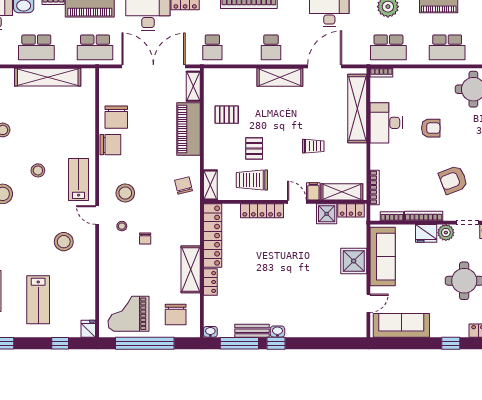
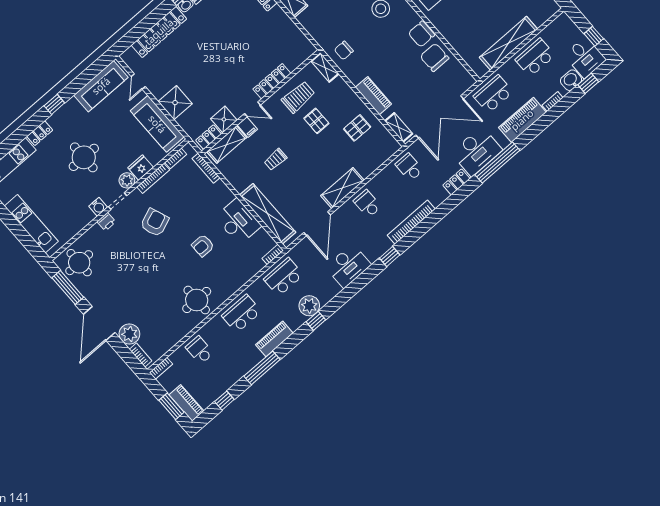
piano: (188, 129) -> (373, 96), width x0.73, depth x0.75
chair: (184, 186) -> (344, 50), turned 104
locker: (213, 236) -> (159, 32), moved, turned -90

